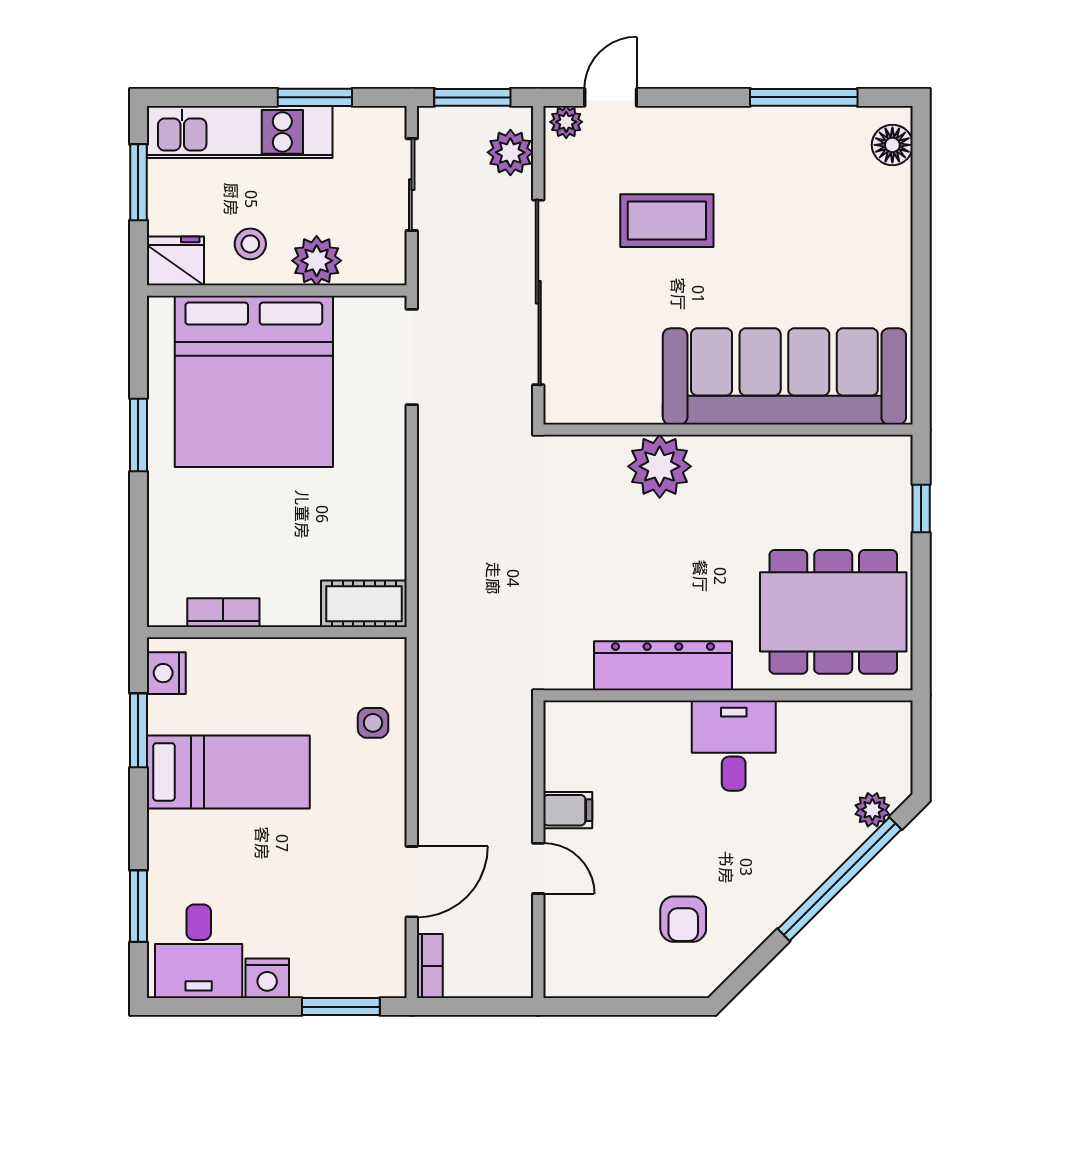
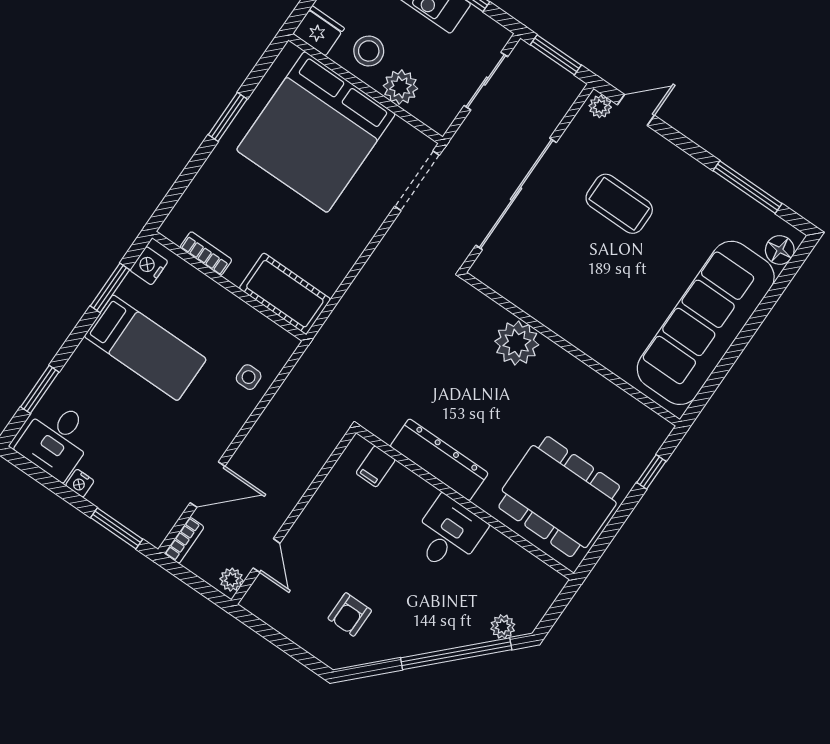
plant: (510, 152) -> (231, 580), moved, width x0.73, depth x0.73
stool: (250, 244) -> (369, 51), width x1.37, depth x1.37
sofa: (784, 376) -> (706, 323), moved, turned -90
cot: (364, 604) -> (285, 294), width x1.37, depth x1.34
filing cabinet: (568, 810) -> (376, 466), moved, turned 90
door: (538, 868) -> (267, 556), moved
nightstand: (267, 978) -> (80, 483), width x0.72, depth x0.74

